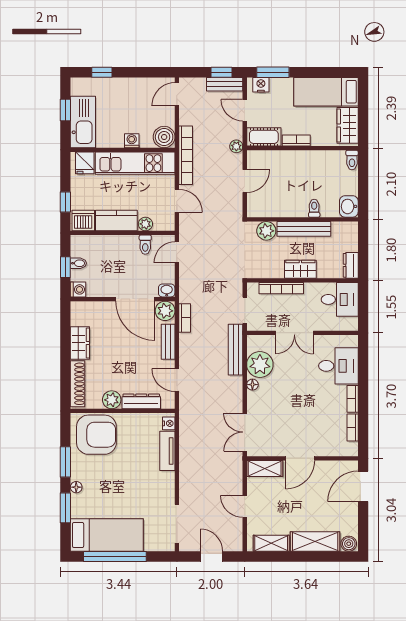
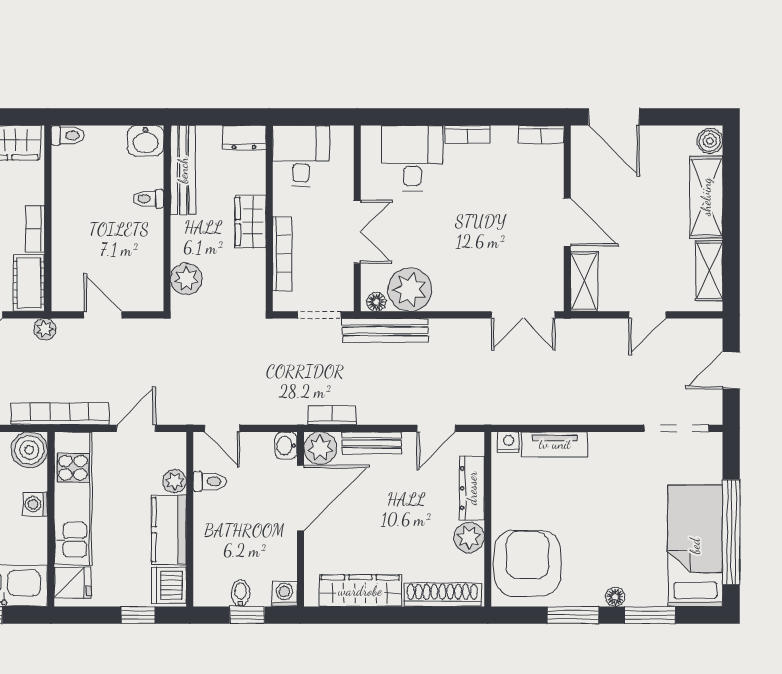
bench: (304, 229) -> (183, 170), moved
wardrobe: (80, 343) -> (360, 591), width x1.50
floor lamp: (252, 385) -> (376, 302), moved
bookcase: (353, 427) -> (541, 134), moved

